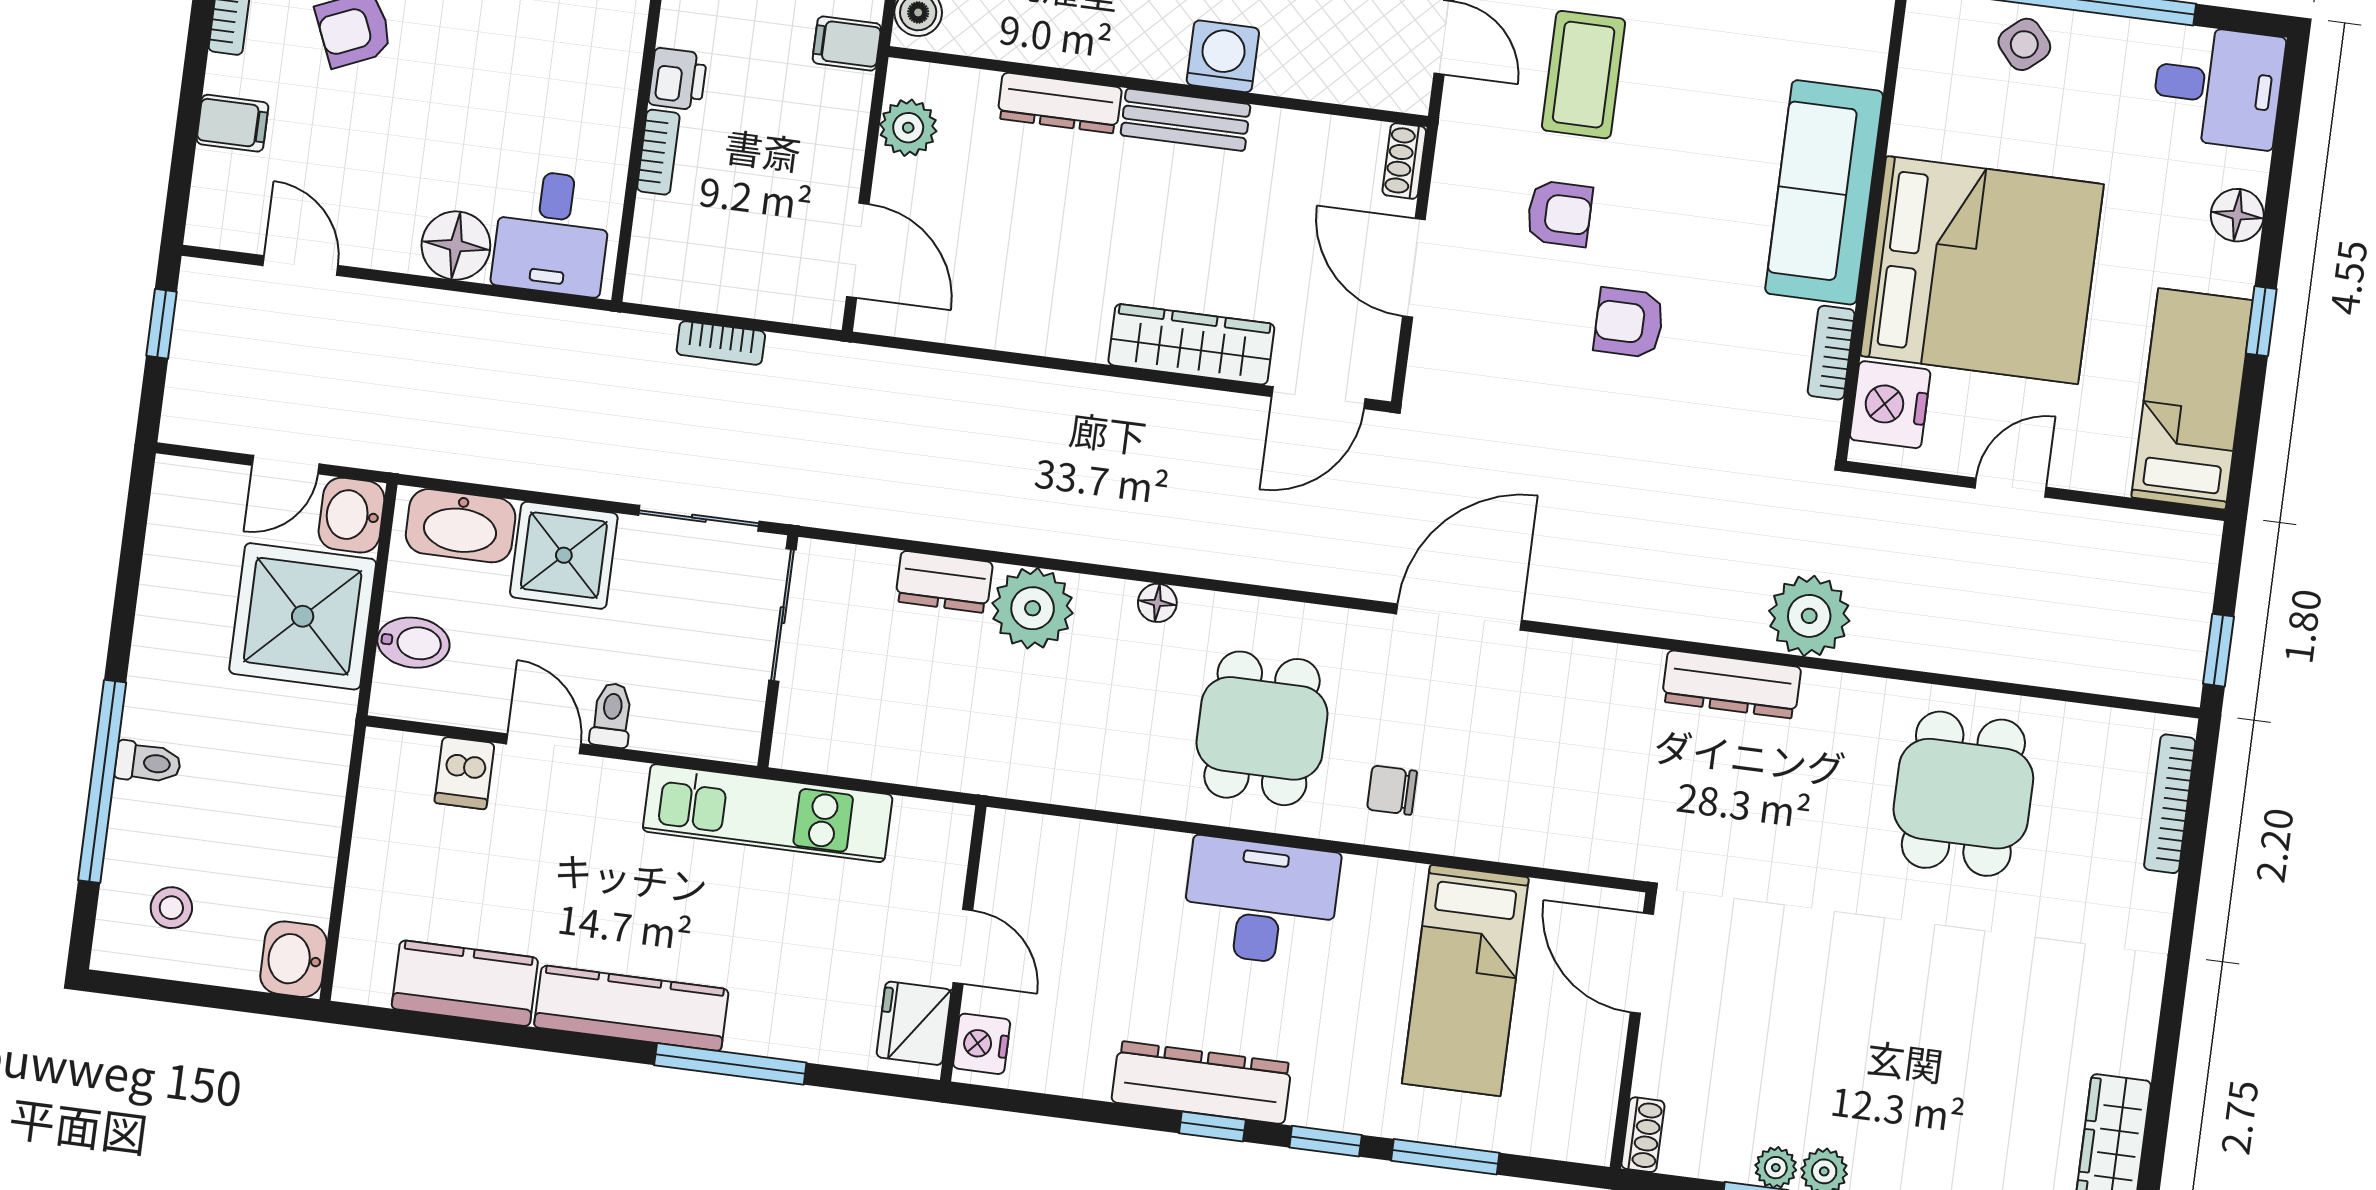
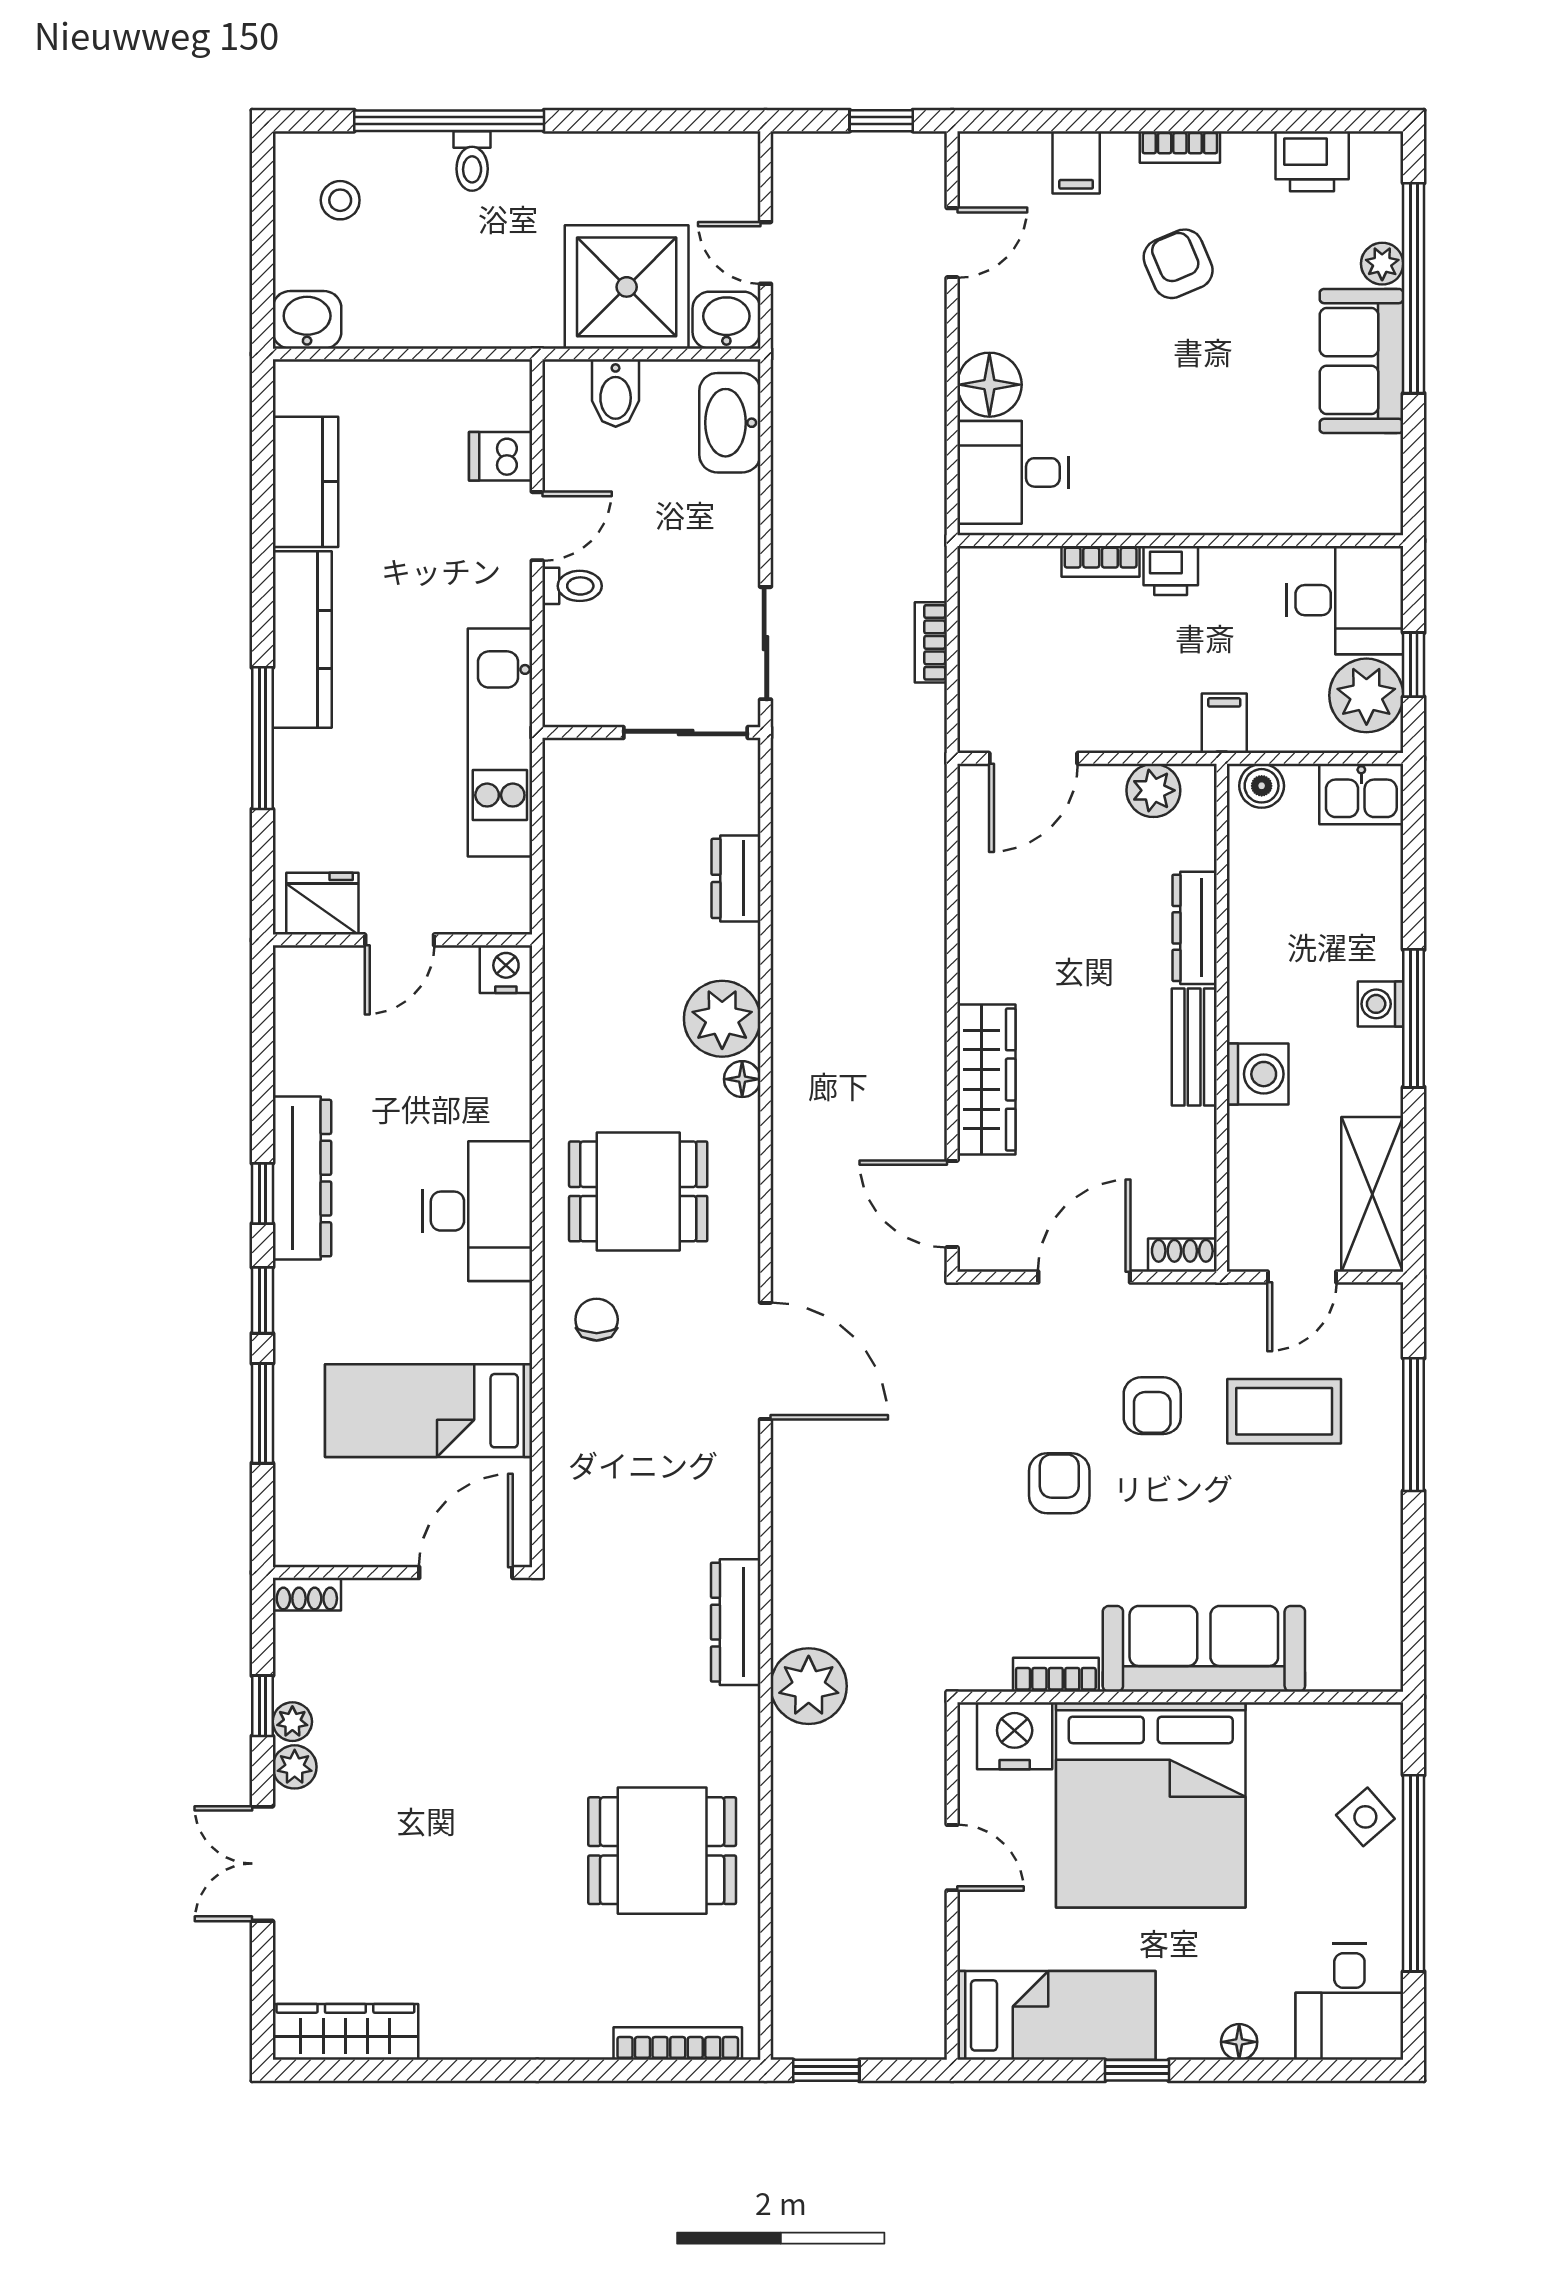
floor lamp: (2237, 215) -> (1239, 2042), width x0.73, depth x0.73
shower: (564, 555) -> (715, 522), removed
plant: (1033, 608) -> (722, 1019), moved
nightstand: (982, 1044) -> (506, 969), moved

